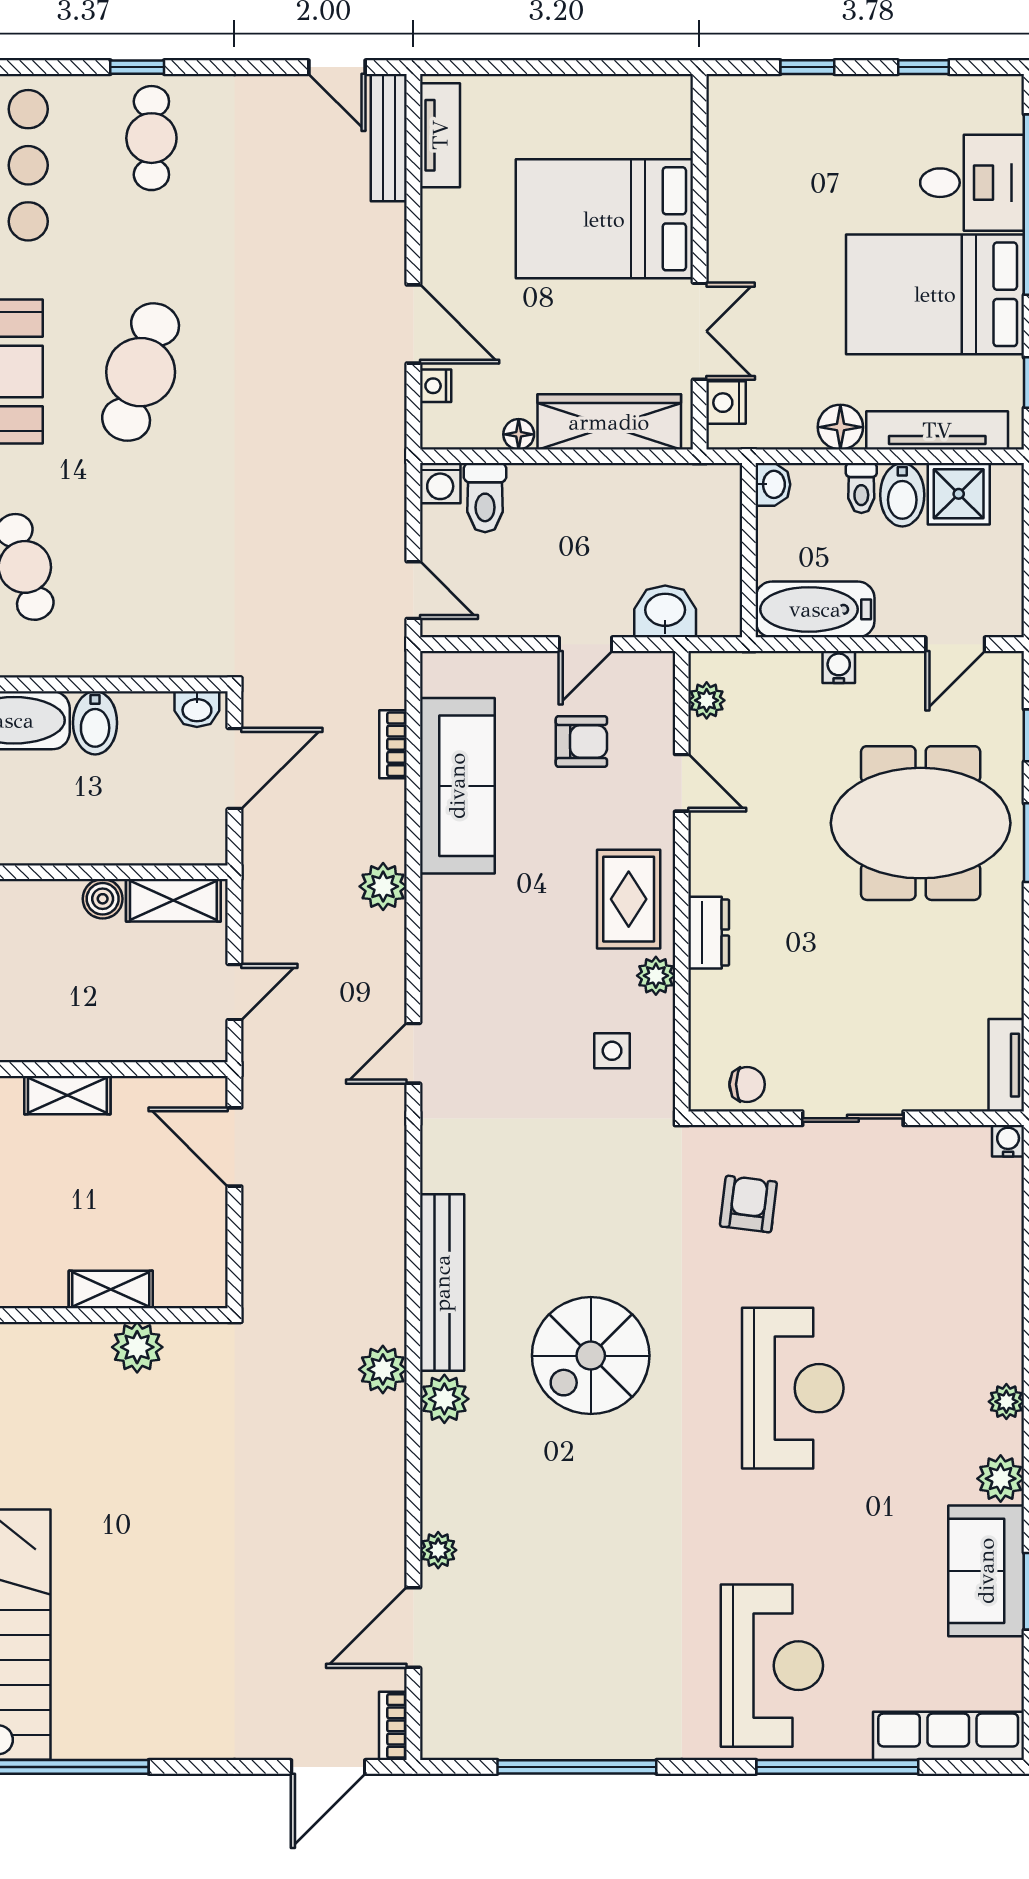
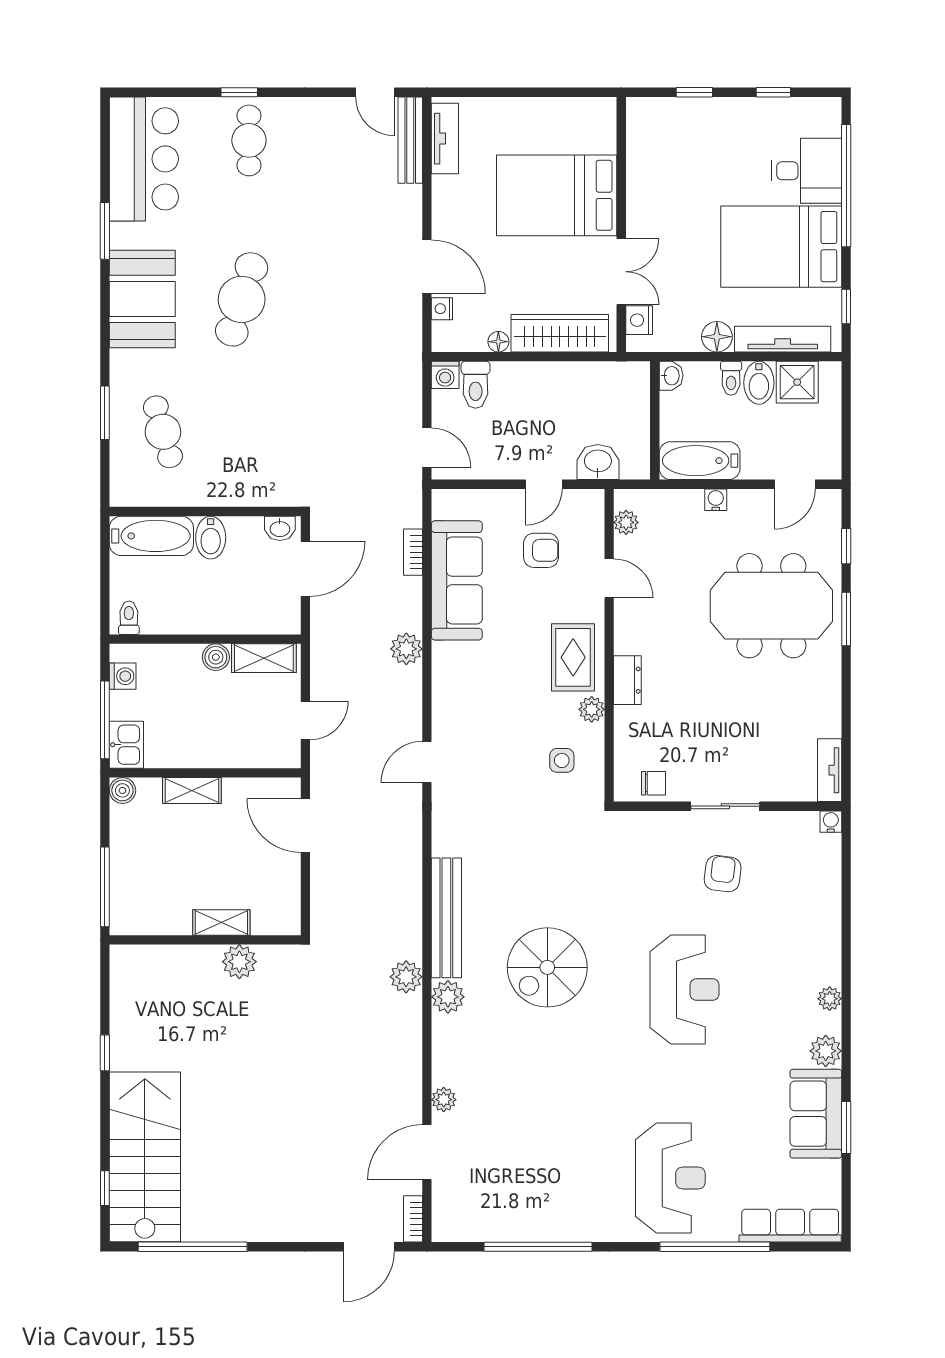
armchair: (748, 1204) -> (723, 874), moved

